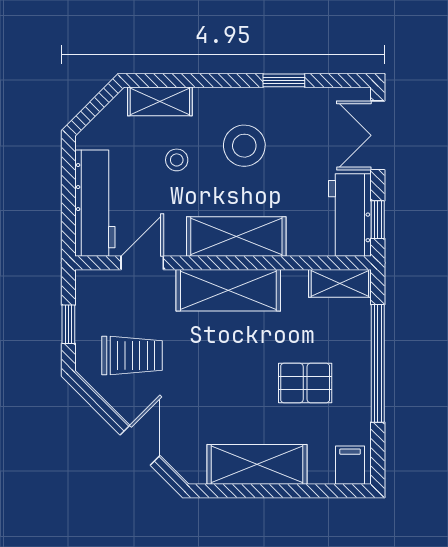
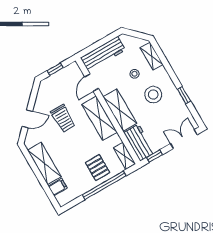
workbench: (350, 215) -> (139, 143), moved, turned 90
door: (142, 263) -> (92, 83), swing flipped
trolley: (132, 356) -> (63, 118), moved
pallet: (305, 383) -> (98, 168), moved
filing cabinet: (350, 465) -> (58, 187), moved

